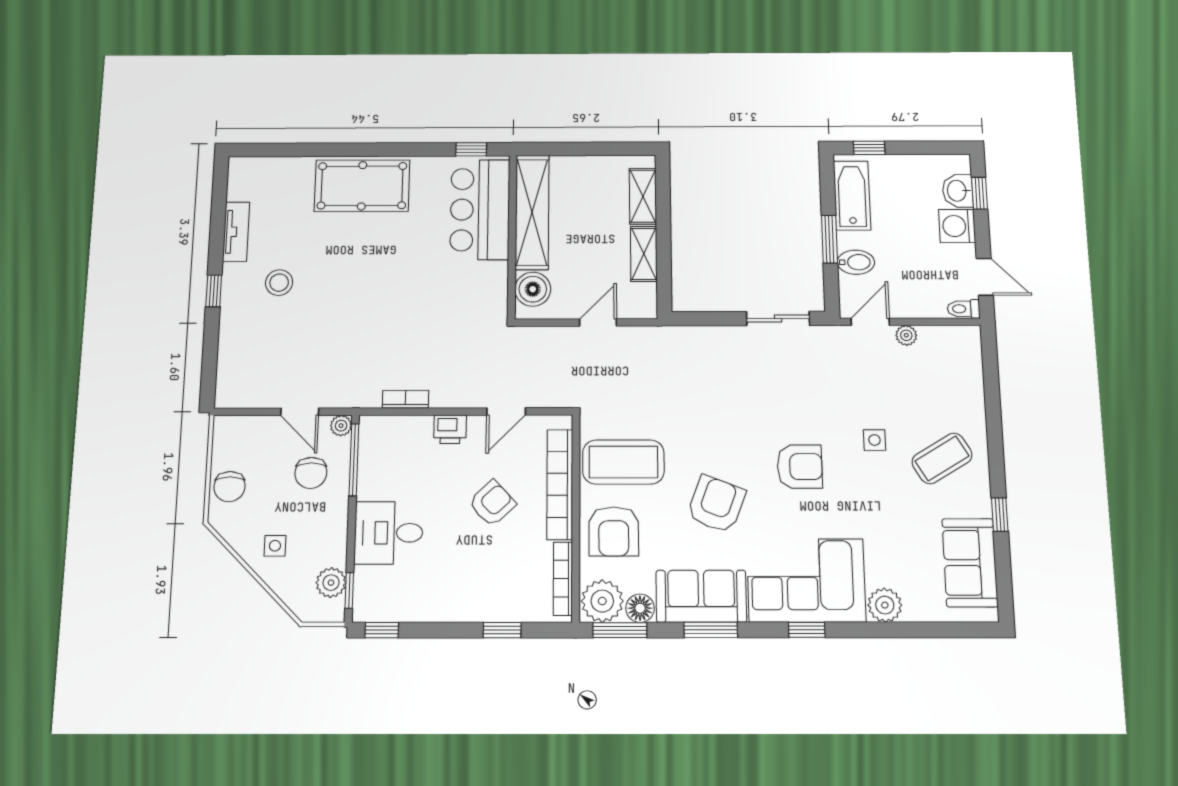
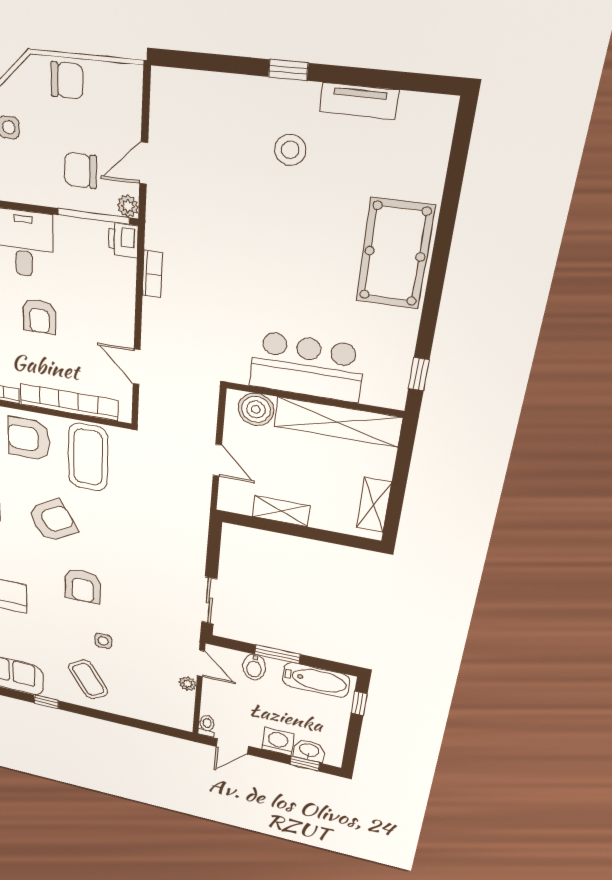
shelving: (643, 196) -> (374, 505), moved, turned 90
bar counter: (480, 210) -> (307, 367), moved
printer: (450, 429) -> (123, 240), moved
chair: (230, 487) -> (67, 80), turned 180
armchair: (492, 503) -> (39, 316), moved, turned 43
armchair: (716, 504) -> (52, 520), turned -51

